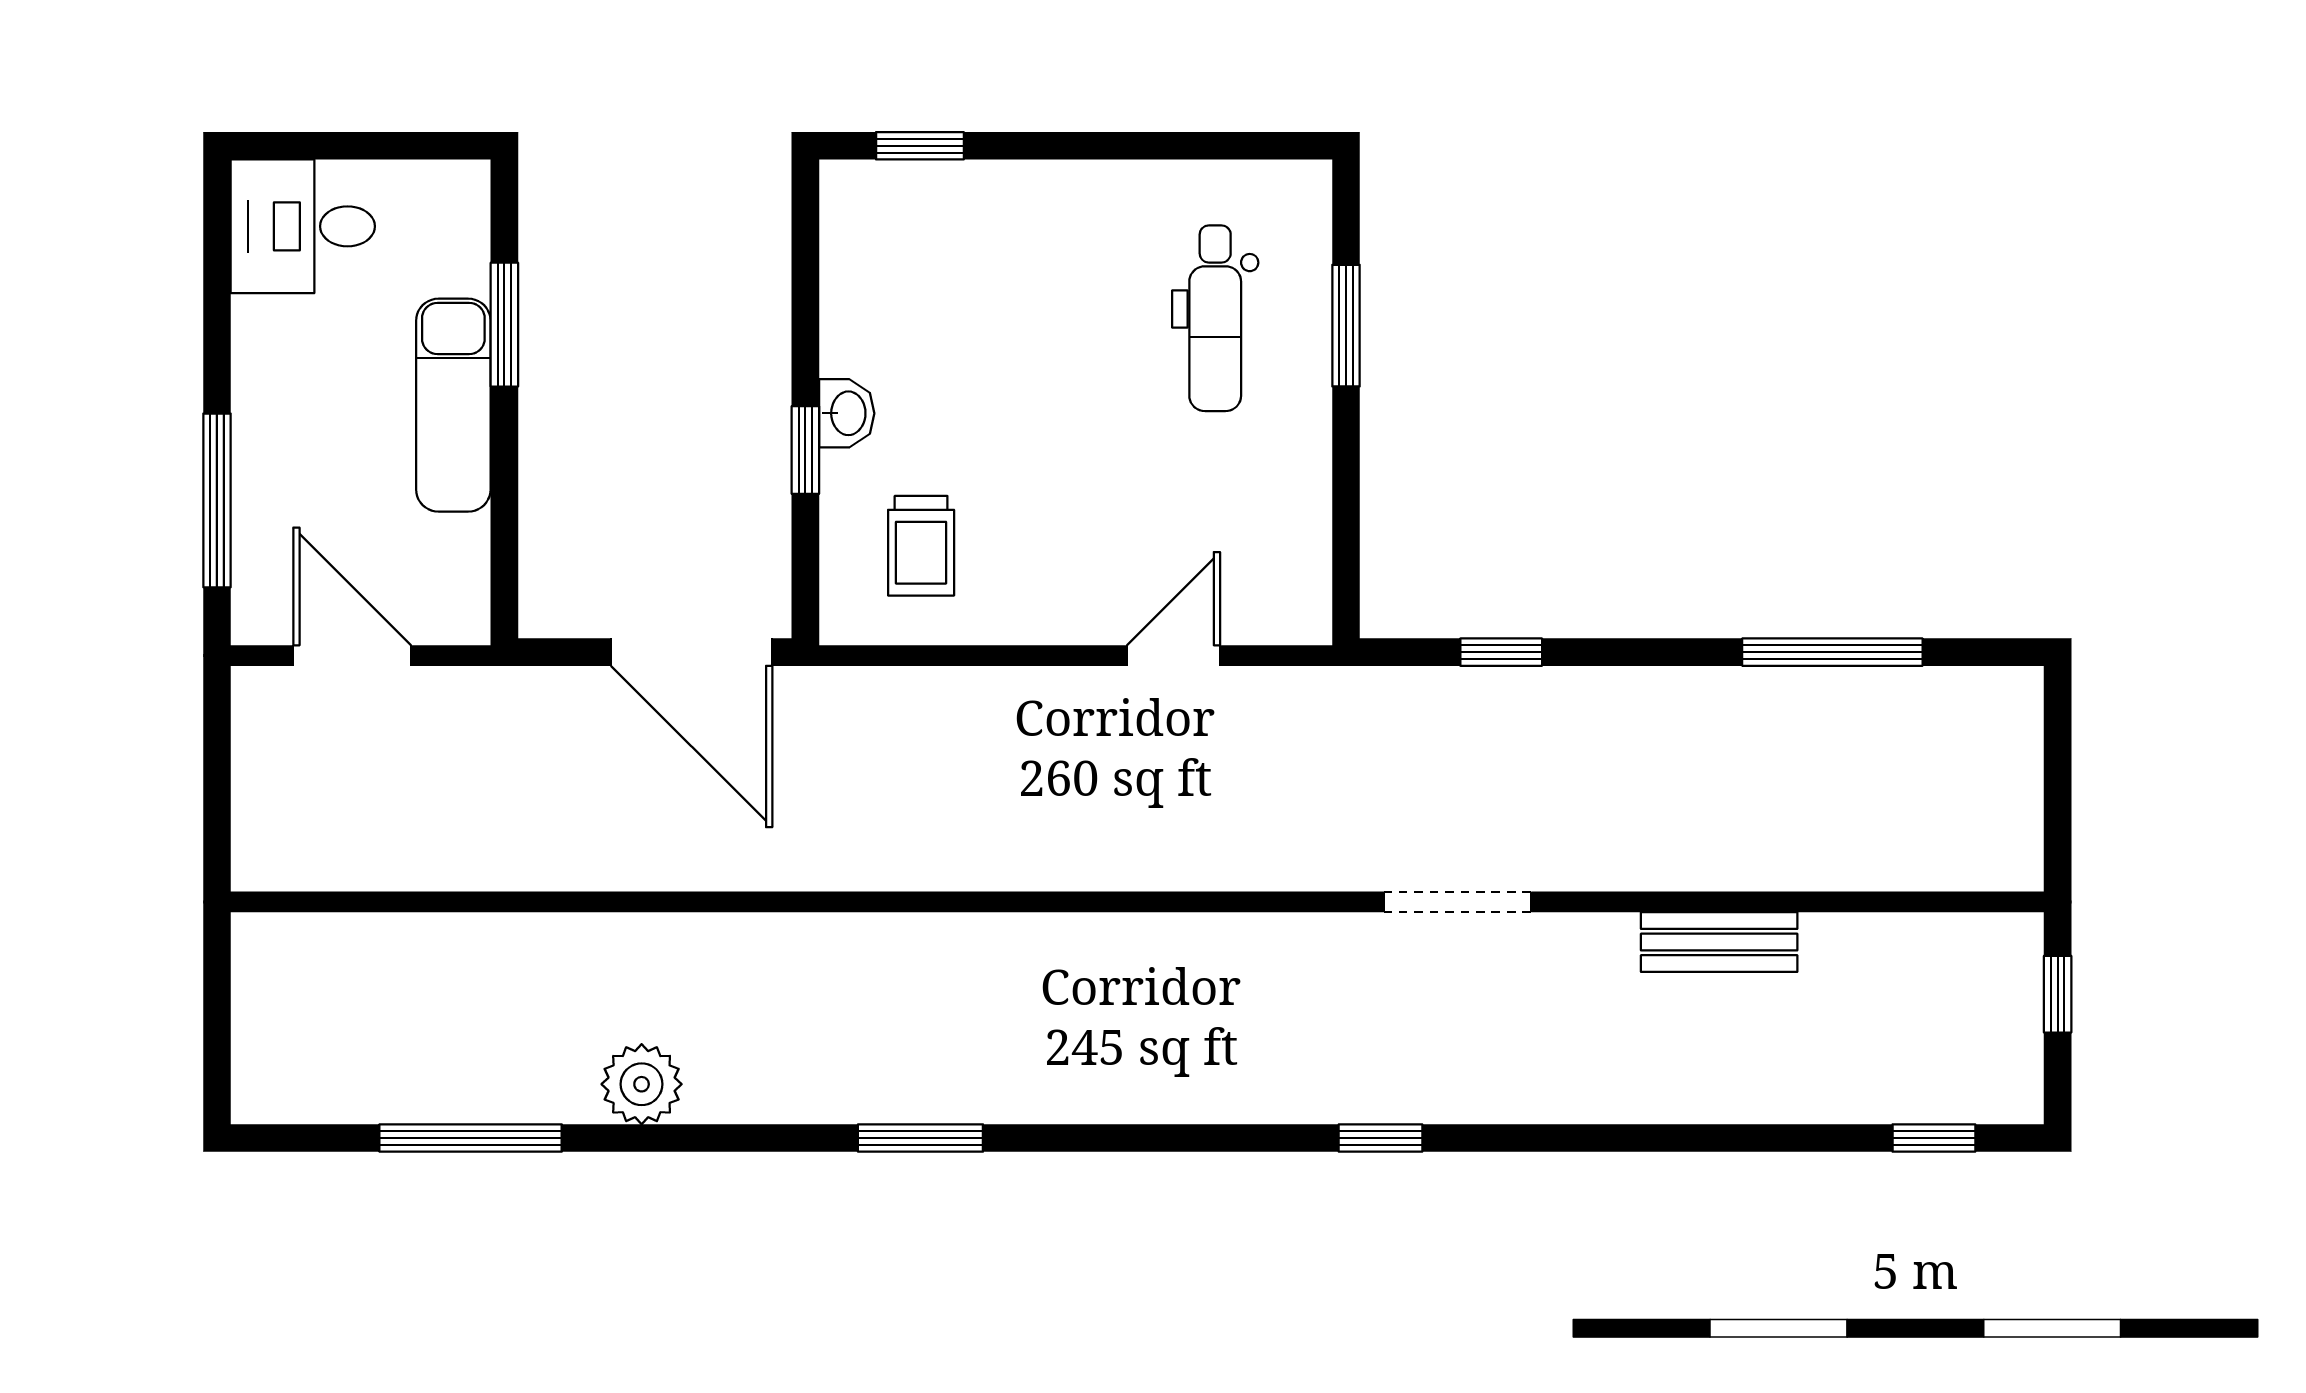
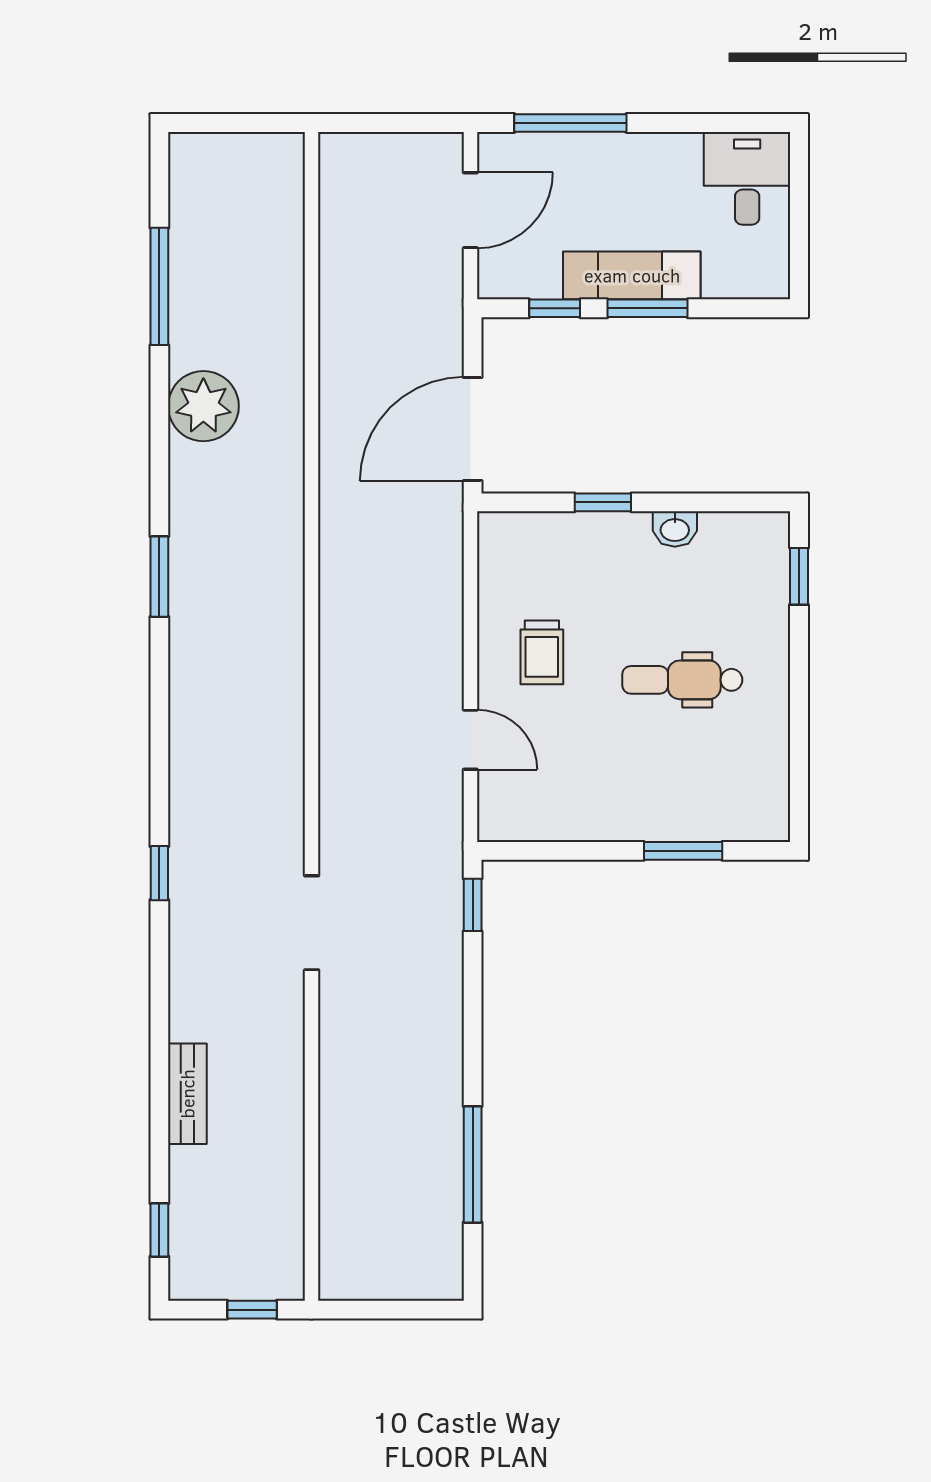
dental chair: (1215, 318) -> (682, 680), moved
window: (504, 325) -> (647, 308), moved
washbasin: (847, 413) -> (675, 529), moved
window: (504, 525) -> (555, 308), added
trolley: (921, 546) -> (542, 652), moved, turned -90
window: (1501, 652) -> (473, 905), moved
bench: (1719, 942) -> (187, 1094), moved
plant: (642, 1084) -> (203, 406), width x1.36, depth x1.36

